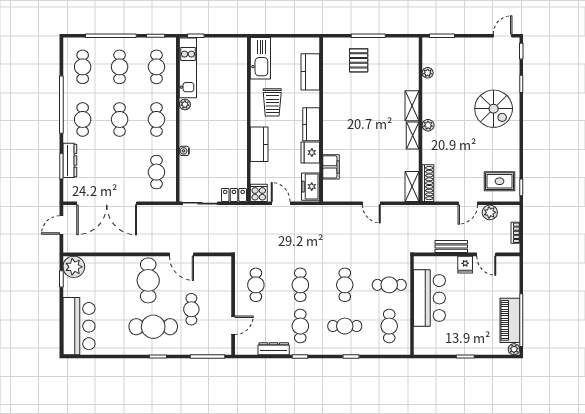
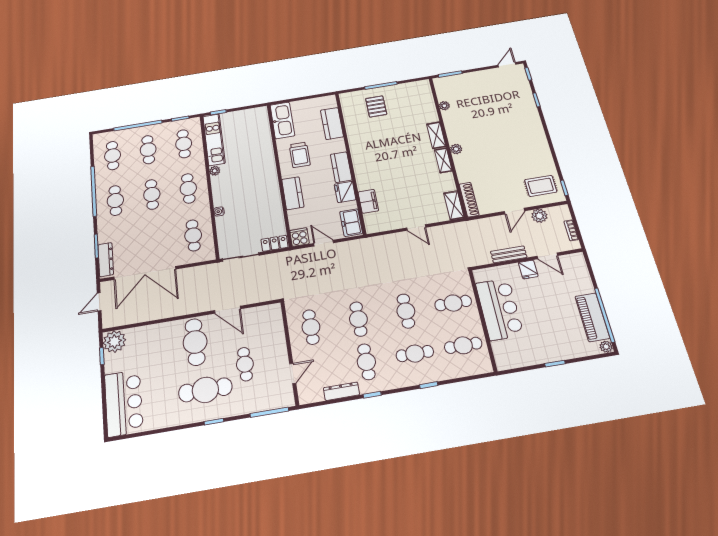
spiral stairs: (494, 109) -> (516, 125), removed
dresser: (70, 160) -> (106, 260), moved
cafe table: (389, 326) -> (463, 345), turned 90

